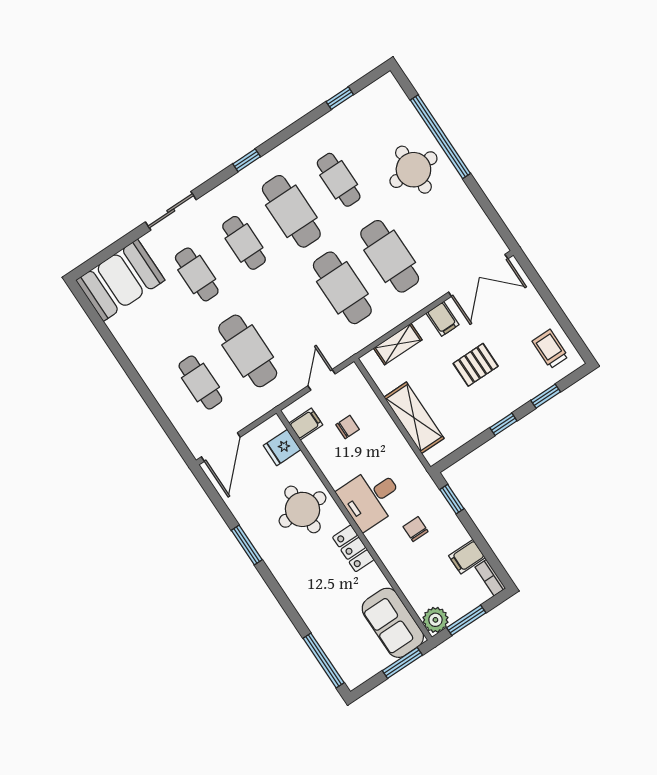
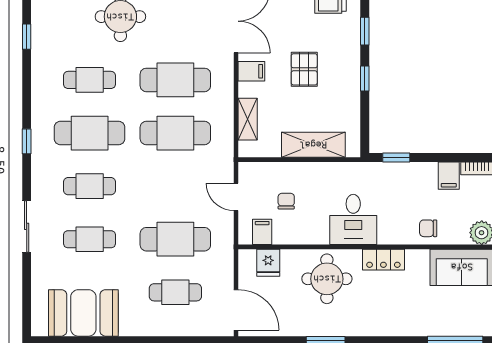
booth: (120, 280) -> (83, 313), moved, turned 90
chair: (416, 529) -> (428, 228), moved

